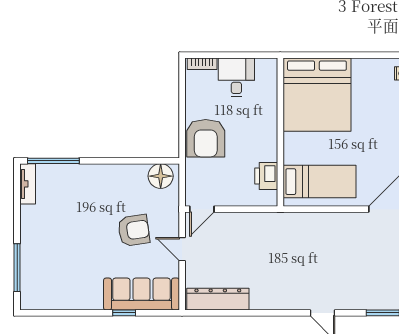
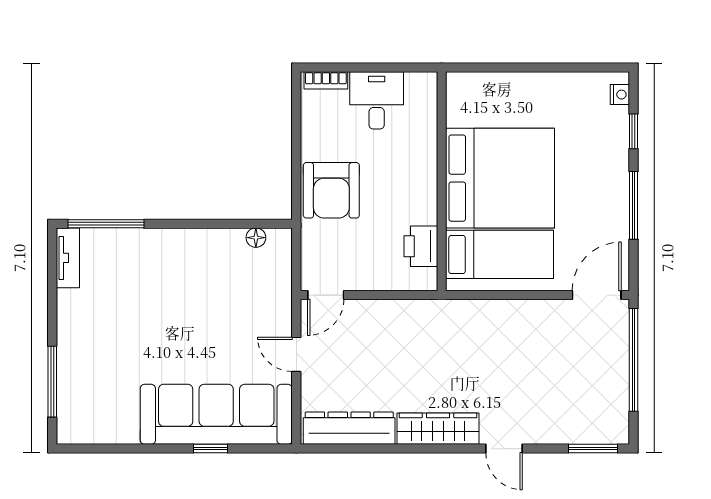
bed: (317, 95) -> (500, 178), moved, turned -90
floor lamp: (161, 176) -> (256, 238), width x0.53, depth x0.53
armchair: (134, 230) -> (225, 327), removed
sofa: (142, 294) -> (216, 414), width x1.36, depth x1.27
wardrobe: (278, 299) -> (438, 429), added

